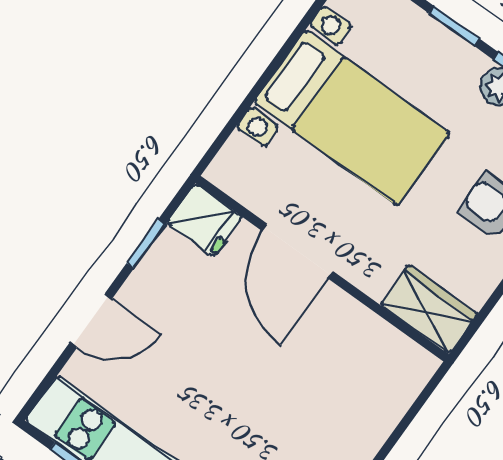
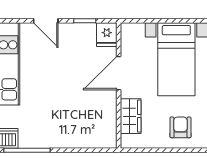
wardrobe: (429, 309) -> (131, 116), moved

